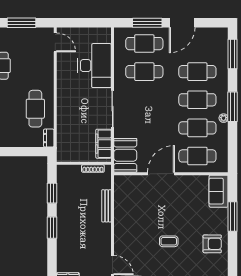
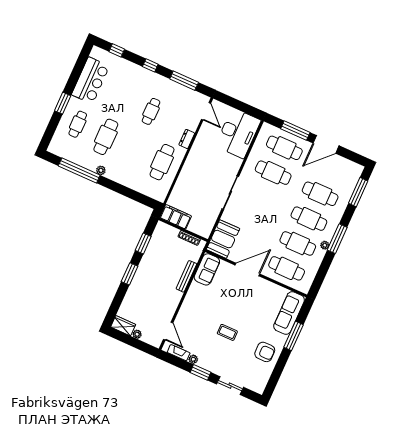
desk: (95, 66) -> (238, 133), moved
dresser: (49, 138) -> (187, 139), moved
filing cabinet: (103, 144) -> (176, 217), moved, turned 90
sofa: (123, 191) -> (207, 269), added
sofa: (219, 191) -> (289, 313), width x1.36

